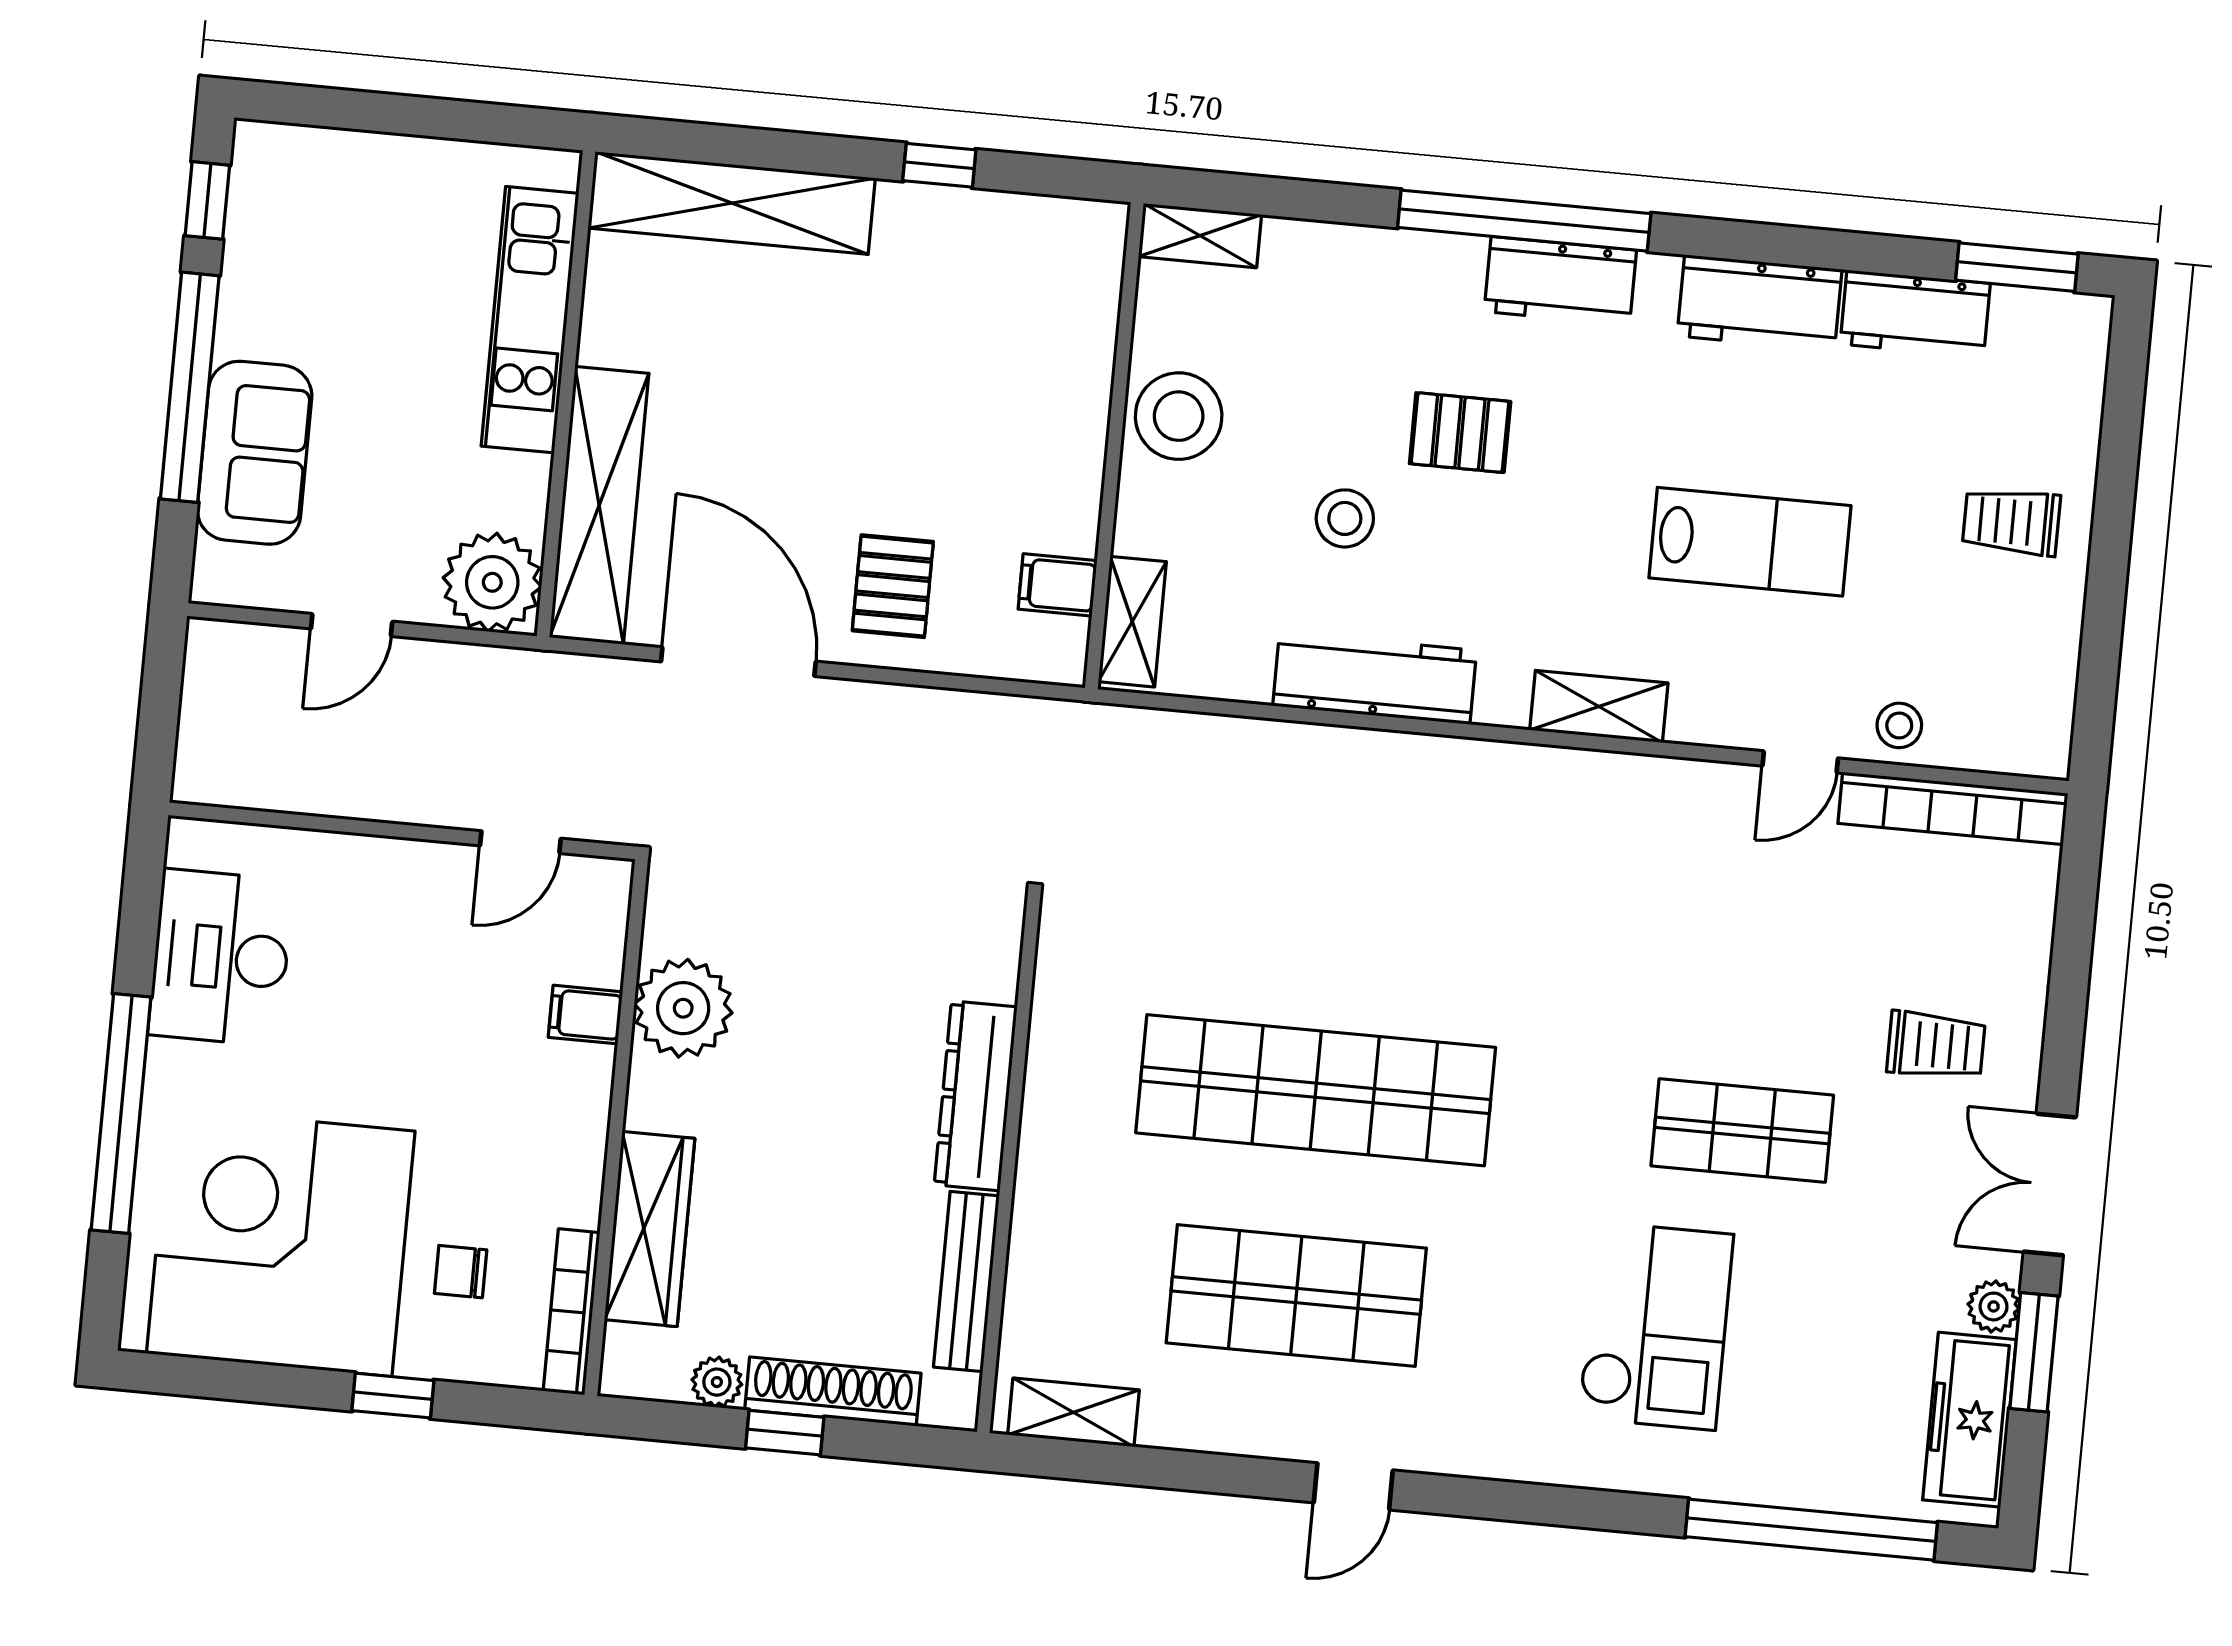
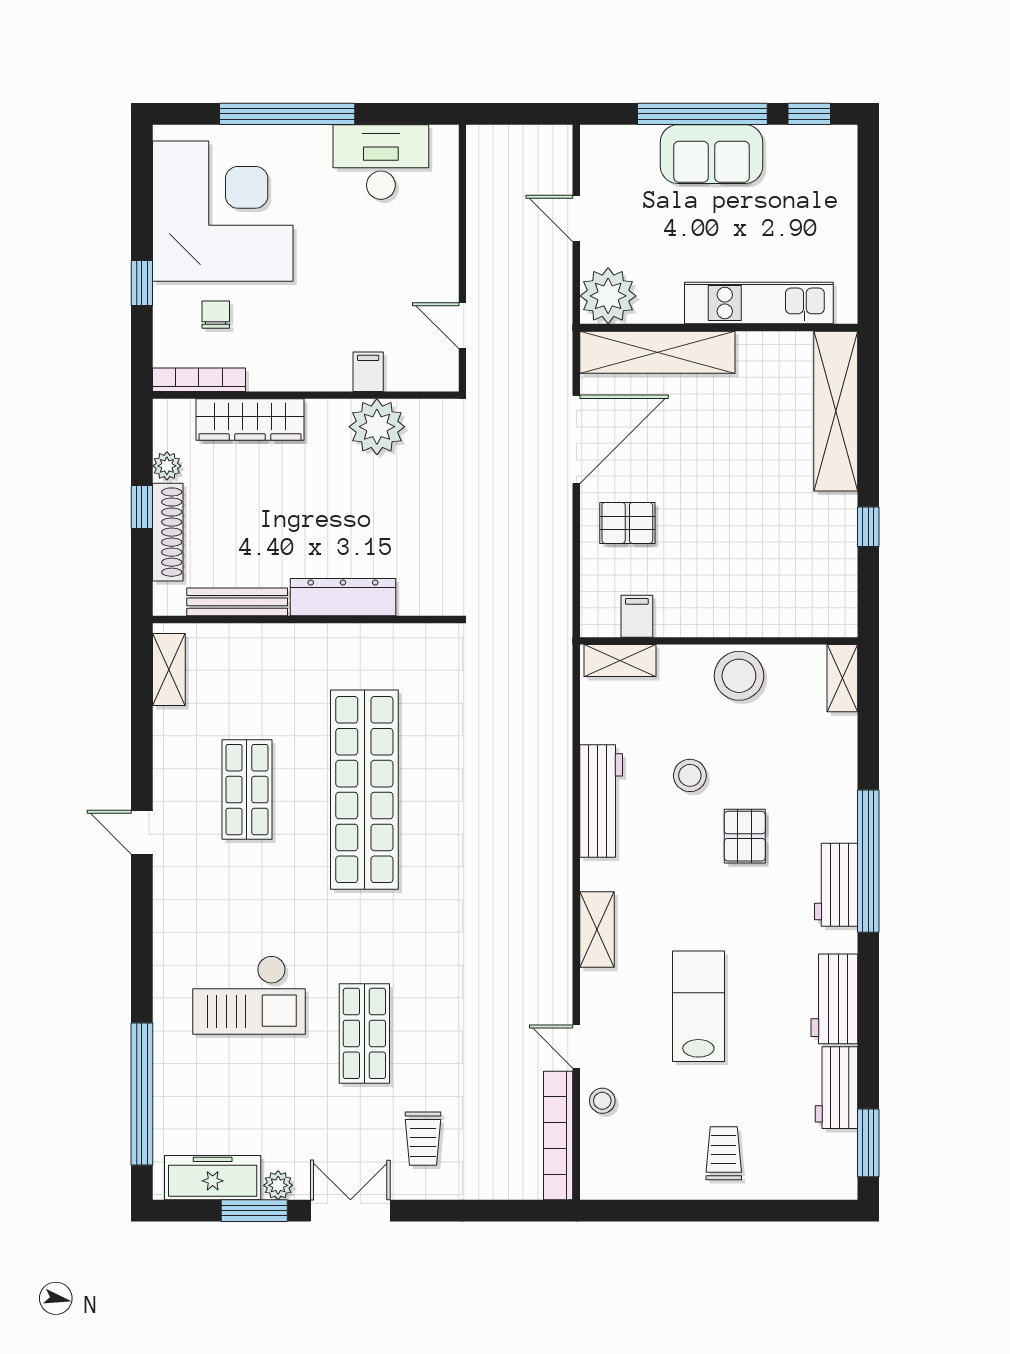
sofa: (255, 453) -> (711, 154), moved
lab bench: (1750, 542) -> (698, 1006), turned 180
shop shelf: (1296, 1295) -> (247, 790), width x0.70, depth x0.74

